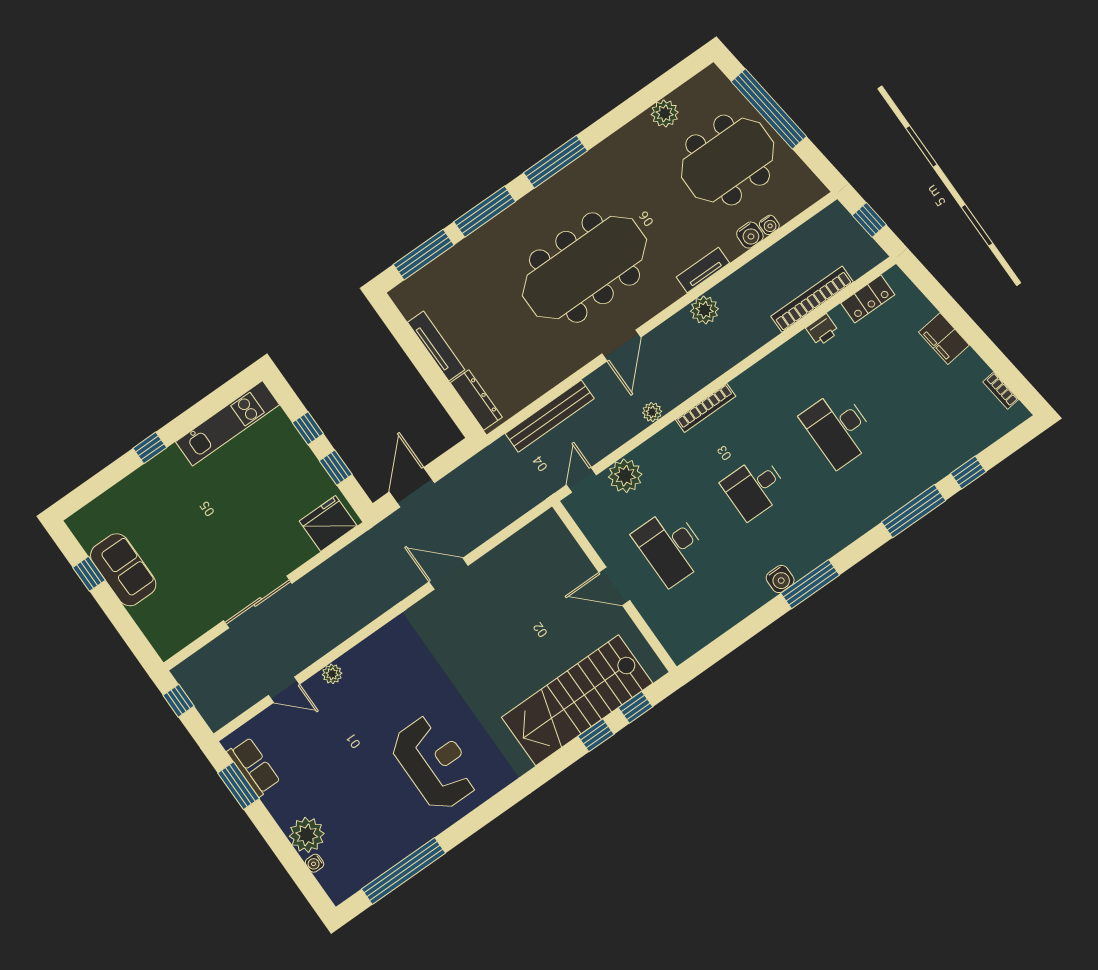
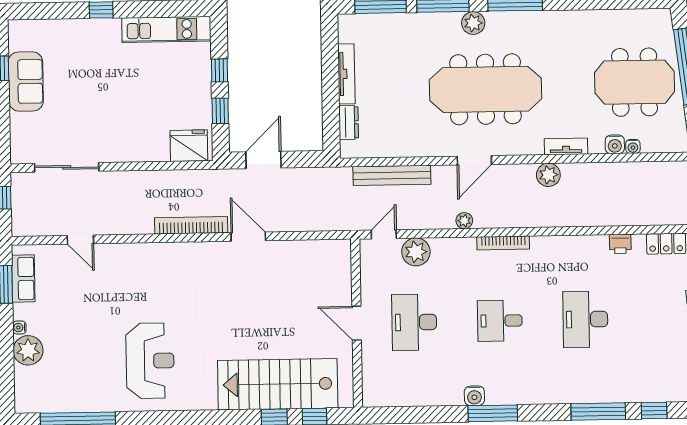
plant: (665, 113) -> (473, 23), moved
bookcase: (812, 299) -> (191, 225), moved
dresser: (476, 400) -> (349, 122), width x0.70
sliding door: (258, 602) -> (67, 167), moved
plant: (332, 674) -> (121, 251), removed
water cooler: (315, 863) -> (19, 328), moved

